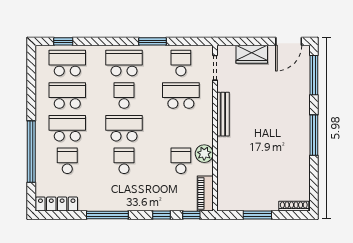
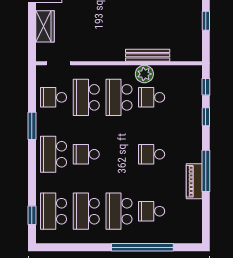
bench: (223, 114) -> (148, 55), moved
school desk: (124, 128) -> (119, 97), moved
piano: (205, 194) -> (194, 181), moved, turned 90
locker: (57, 204) -> (195, 222), removed
window: (257, 215) -> (206, 21), width x0.67

